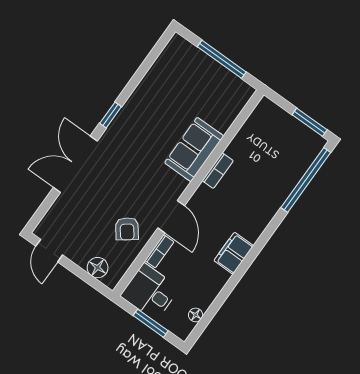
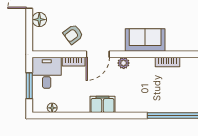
bookcase: (218, 171) -> (167, 62), moved
plant: (203, 194) -> (124, 63), added
floor lamp: (98, 268) -> (39, 20), moved

